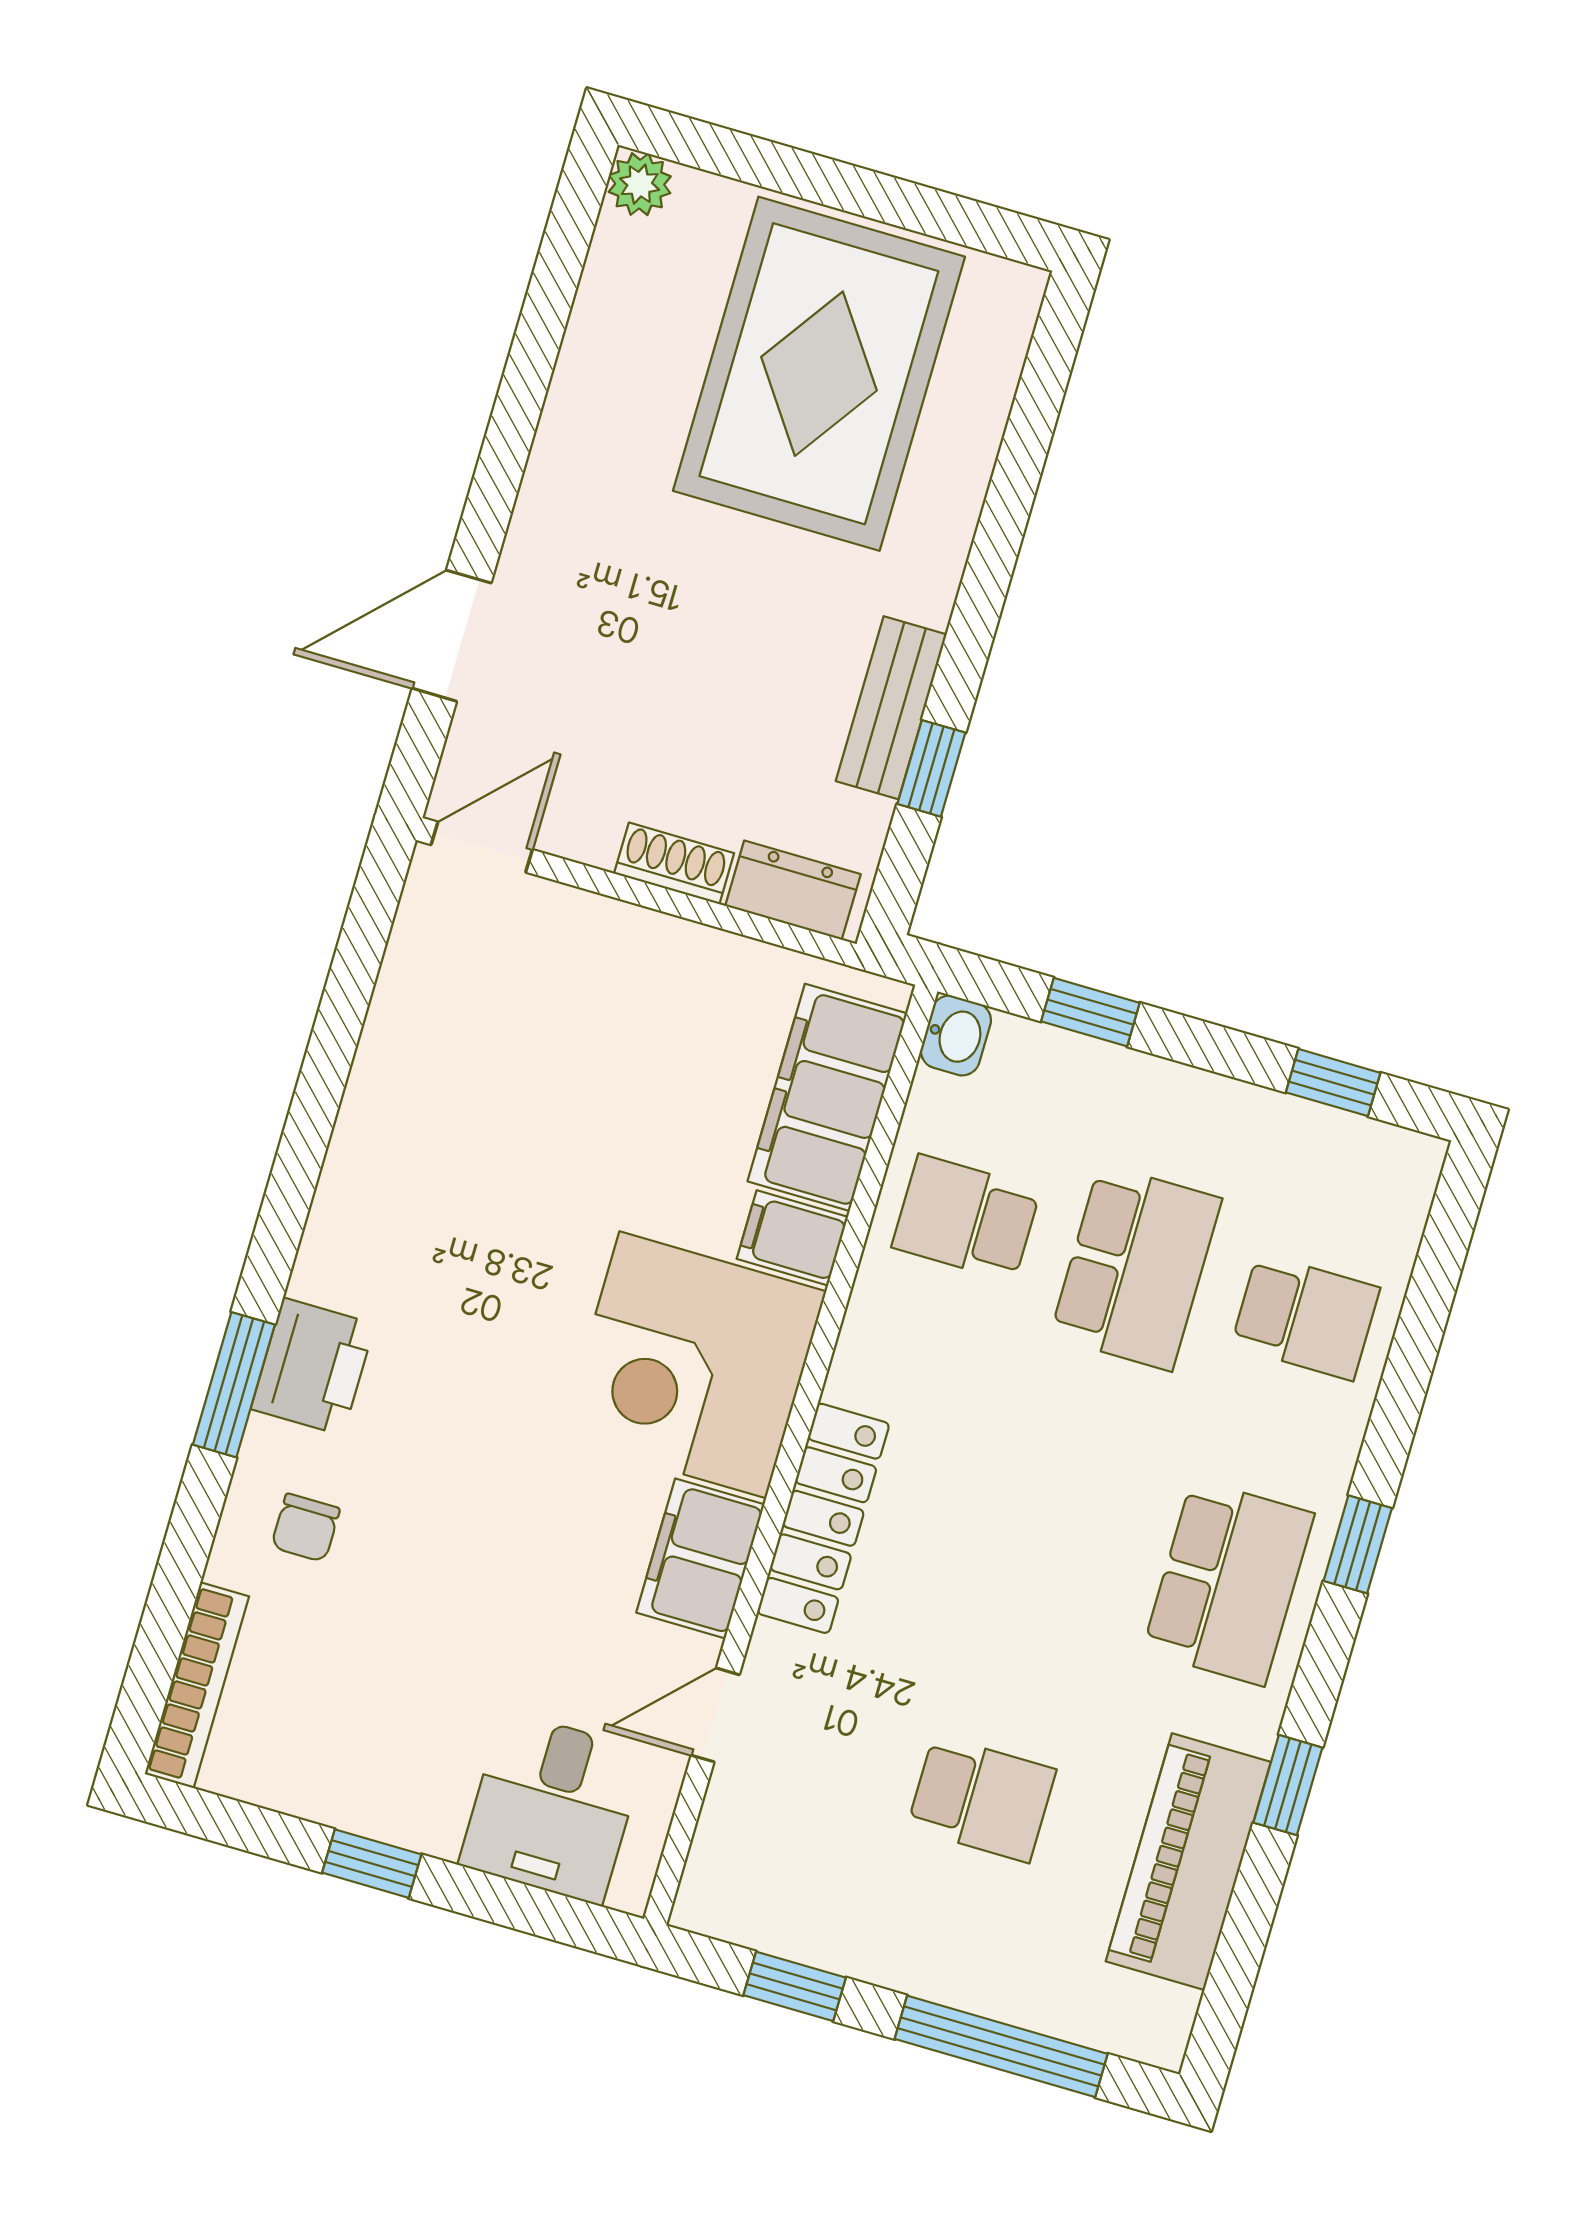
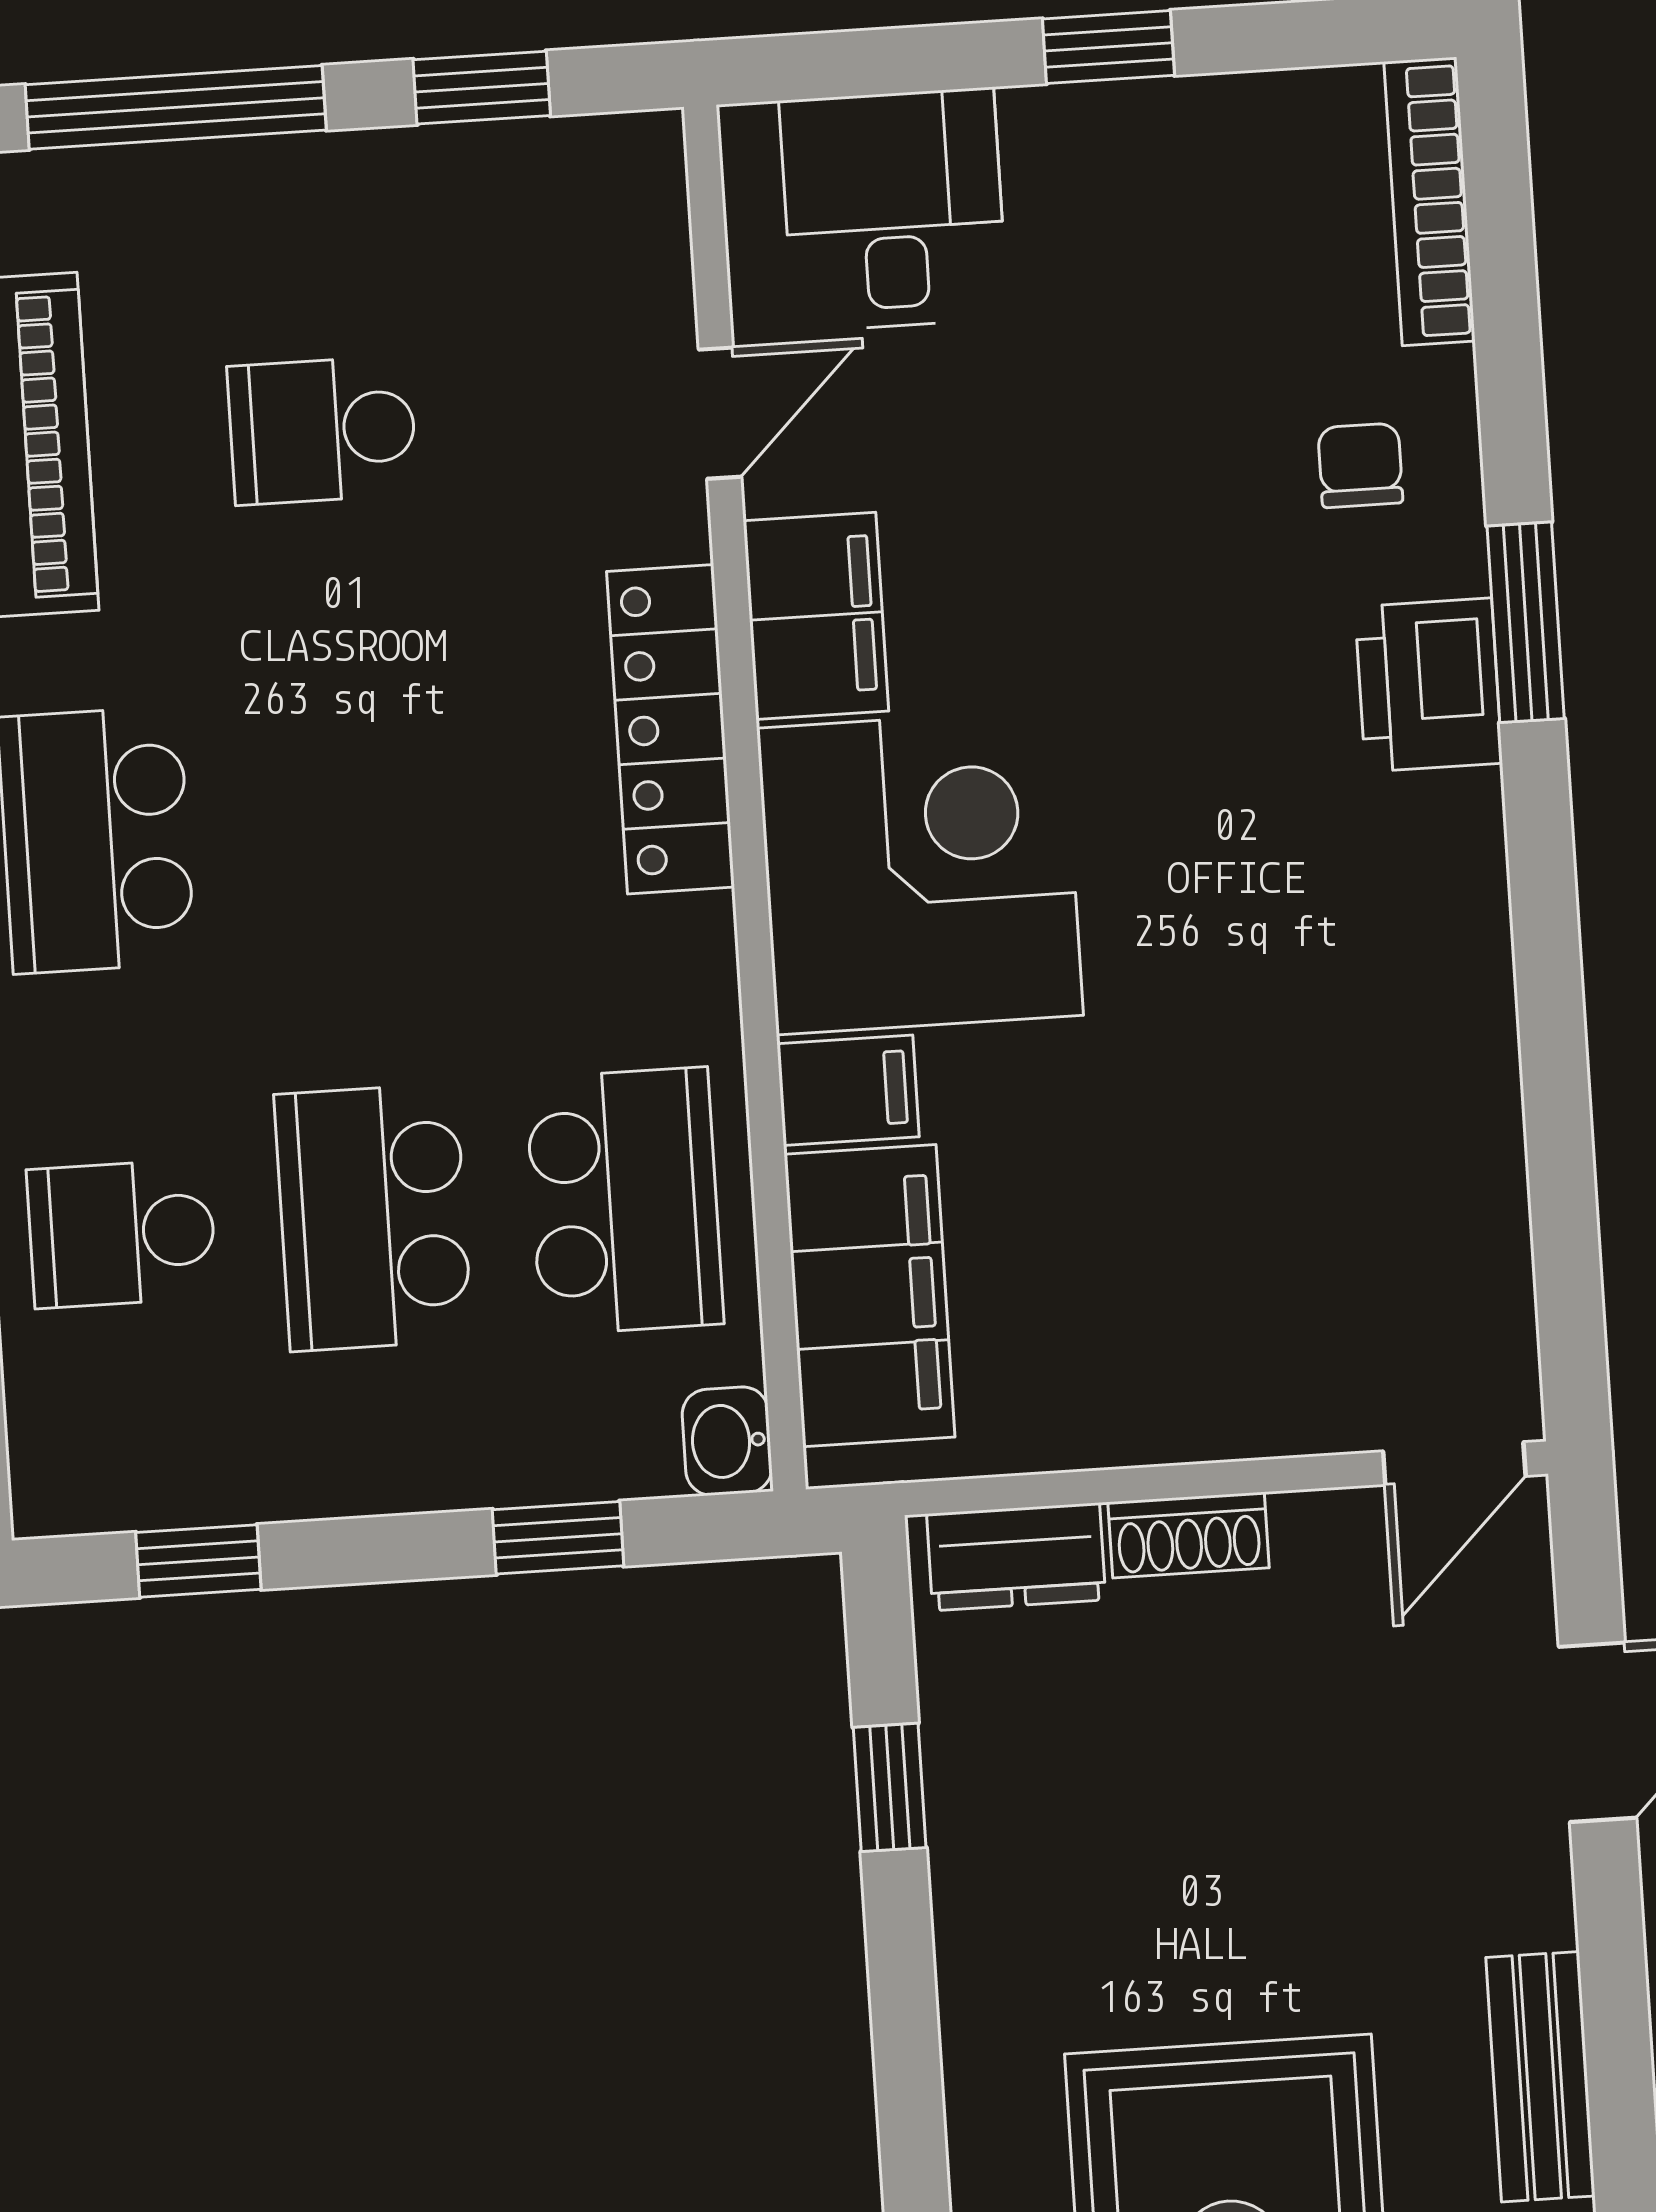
bench: (891, 708) -> (1540, 2077), moved
school desk: (966, 1218) -> (625, 1201), width x1.85

